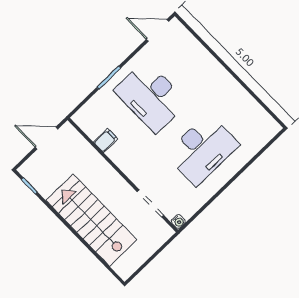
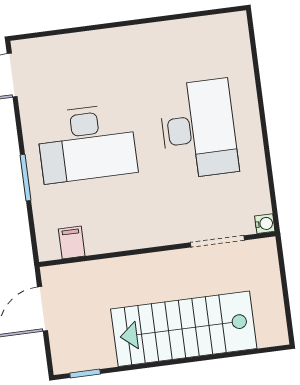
filing cabinet: (106, 141) -> (72, 242), moved

